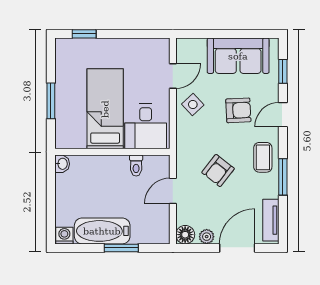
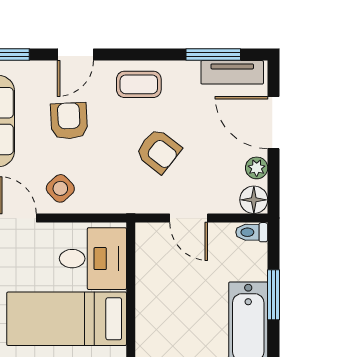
door: (283, 115) -> (75, 55), hinge flipped
toilet: (136, 165) -> (252, 232), moved, turned 180
window: (283, 177) -> (213, 55), moved

